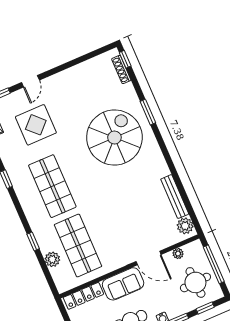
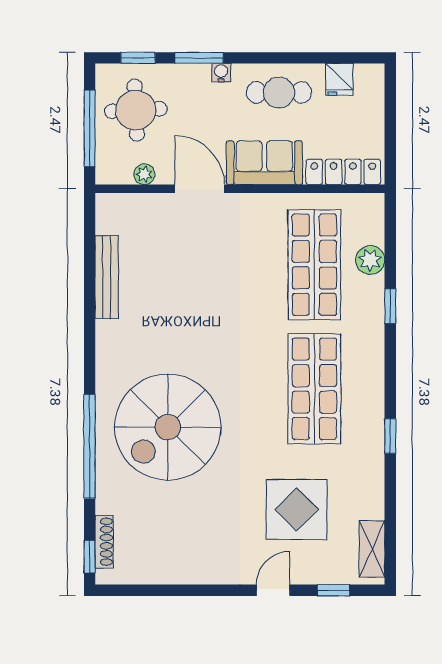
window: (148, 112) -> (90, 446), width x2.11
plant: (185, 226) -> (111, 218), removed

